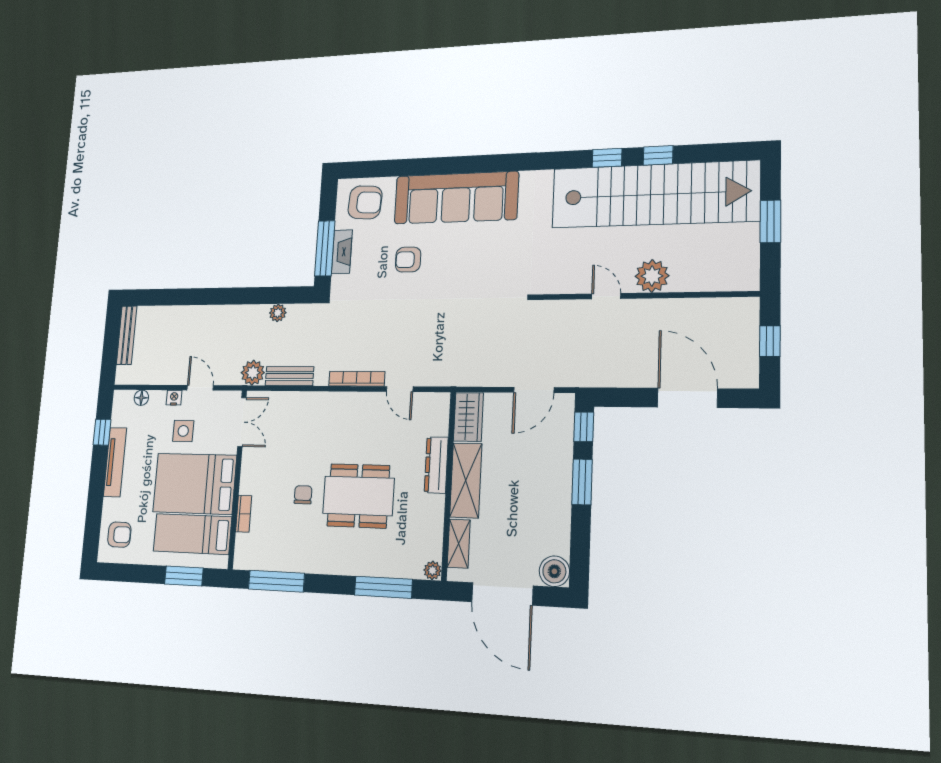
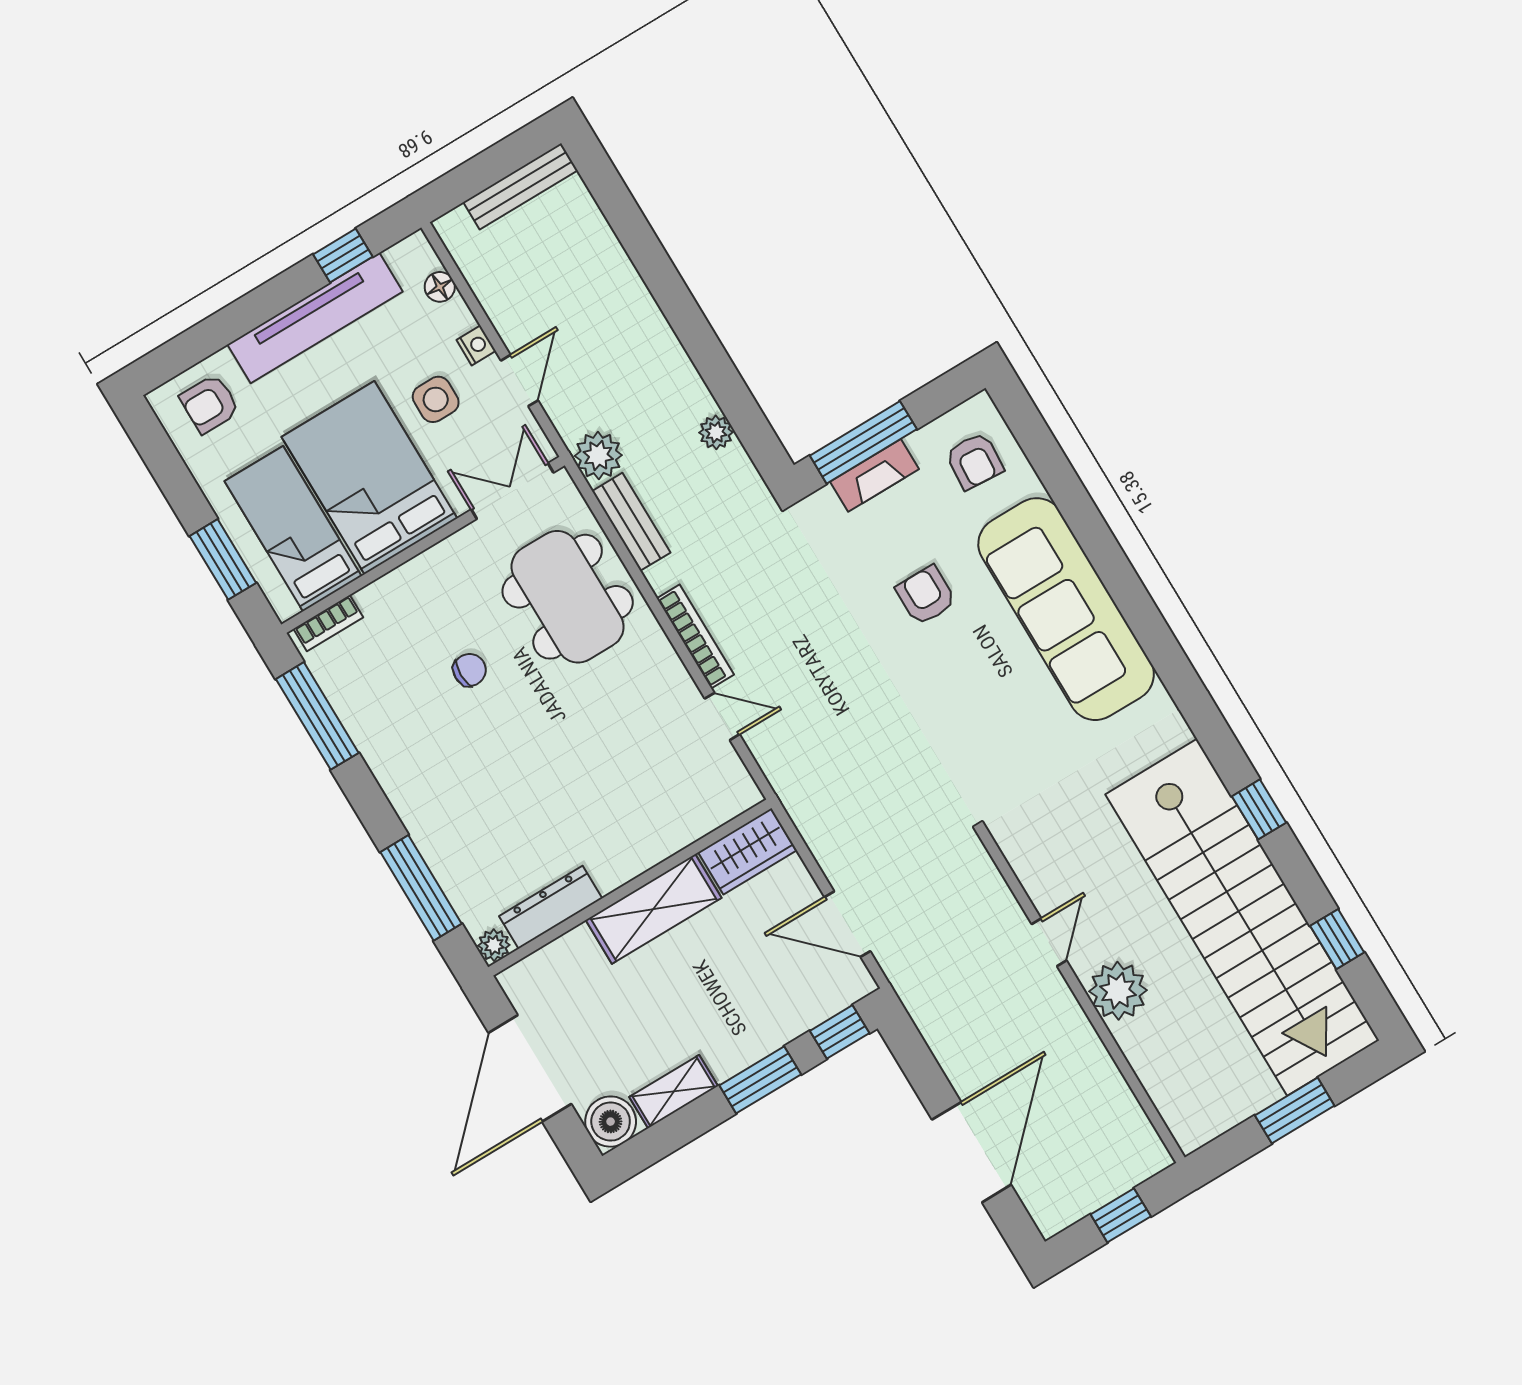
window: (658, 155) -> (1337, 939), moved
armchair: (365, 202) -> (974, 461), width x0.72, depth x0.72
door: (400, 389) -> (722, 716), swing flipped
double door: (242, 422) -> (512, 491), swing flipped
tv unit: (115, 462) -> (315, 318), width x1.36, depth x1.29
dresser: (436, 465) -> (551, 907), moved
dining table: (358, 496) -> (568, 597), moved
bookcase: (244, 514) -> (328, 623), moved
armchair: (119, 535) -> (210, 404), turned 90
shelving: (459, 544) -> (674, 1092), moved

